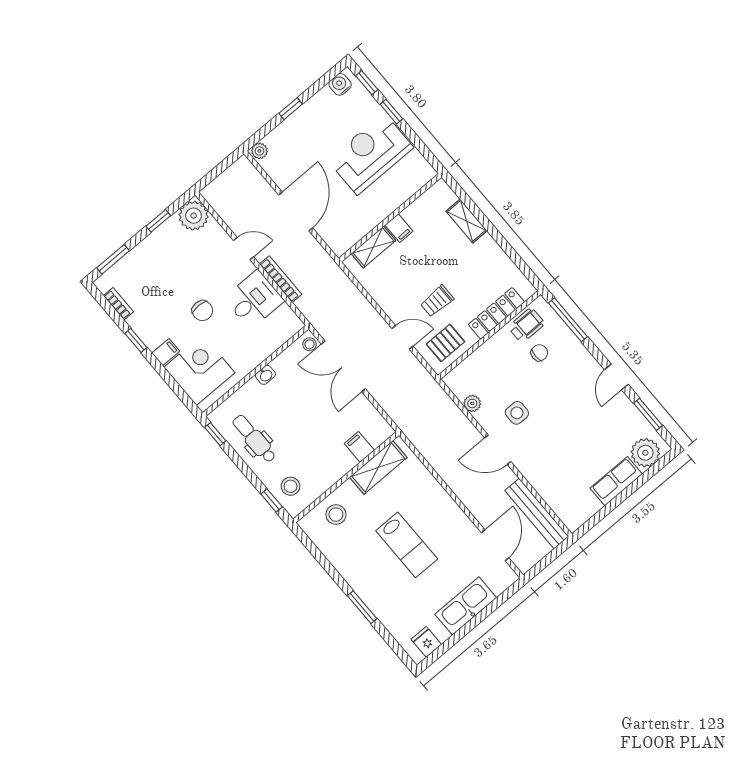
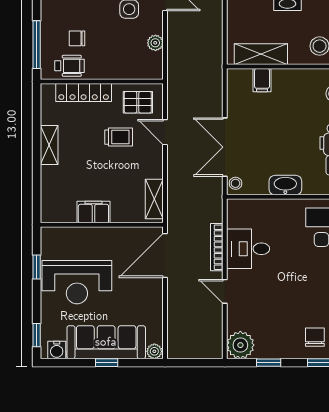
window: (391, 112) -> (37, 267), moved
sofa: (305, 125) -> (106, 342), added
door: (296, 211) -> (165, 255), moved
shelving: (467, 221) -> (49, 145), moved
filing cabinet: (399, 228) -> (93, 212), width x2.00
shelving: (373, 247) -> (154, 199), moved, turned 90
chair: (202, 311) -> (315, 337), moved
wheelchair: (526, 325) -> (69, 66), turned 180
double door: (343, 366) -> (225, 147), swing flipped
washbasin: (265, 375) -> (285, 185), width x1.91, depth x1.45

